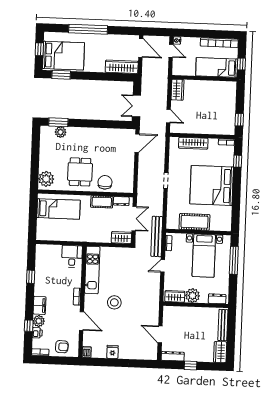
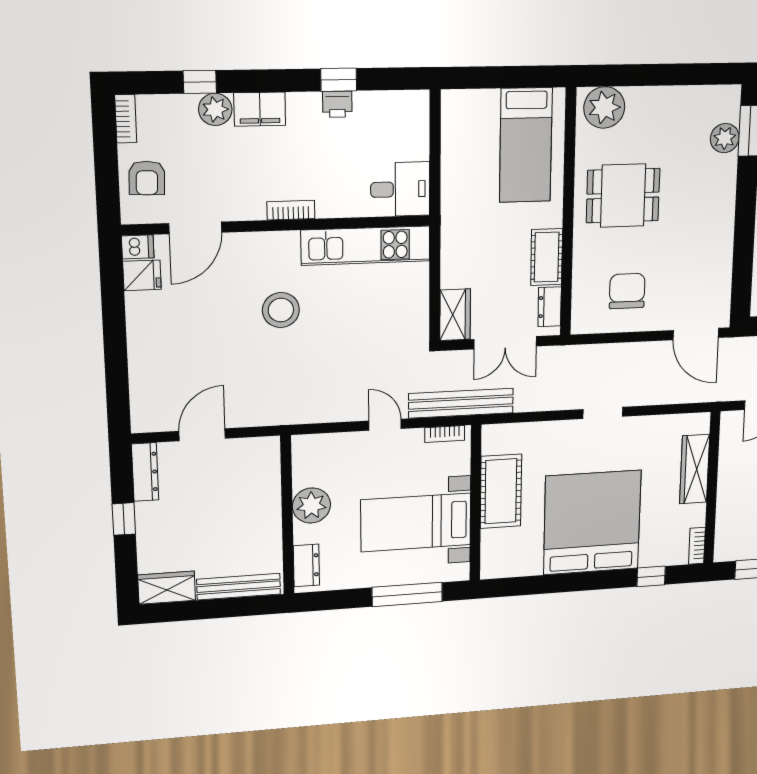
chair: (105, 182) -> (627, 291), moved, turned -90
wardrobe: (175, 296) -> (306, 462), removed
door: (82, 321) -> (195, 228), moved
printer: (37, 333) -> (337, 104), moved
fridge: (113, 352) -> (142, 275), moved

